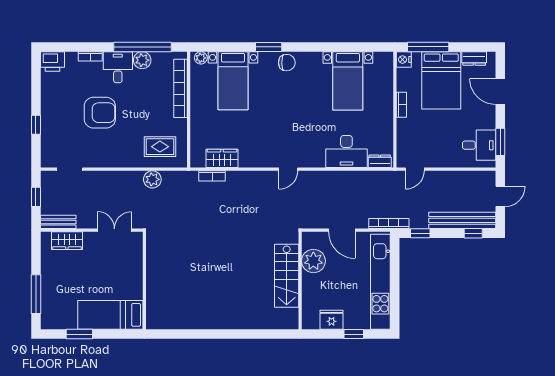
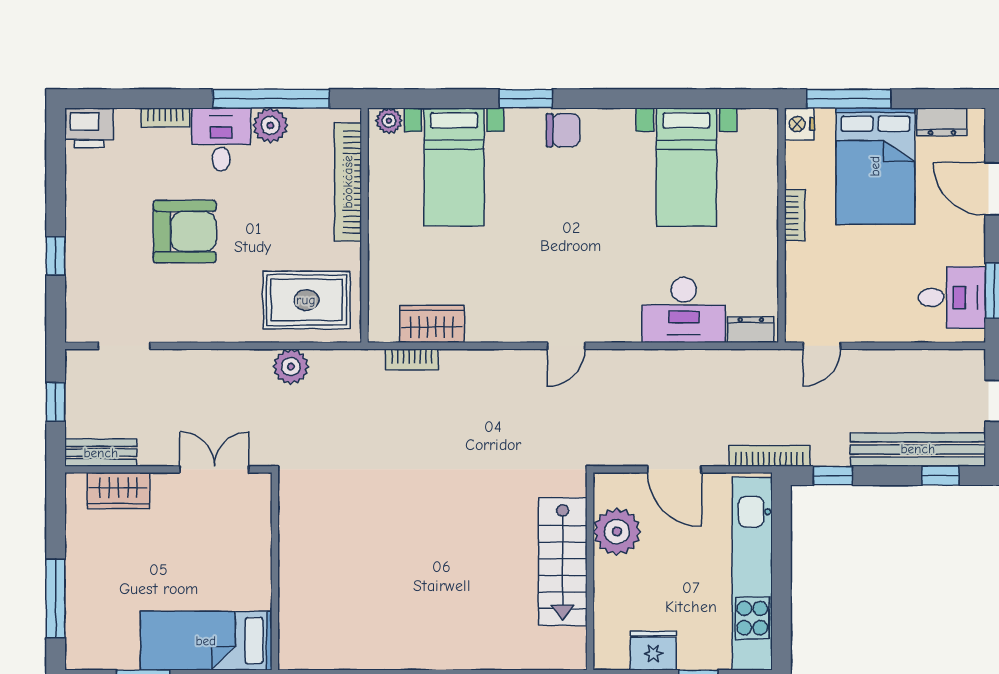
rug: (160, 147) -> (306, 300), width x1.36, depth x1.43

